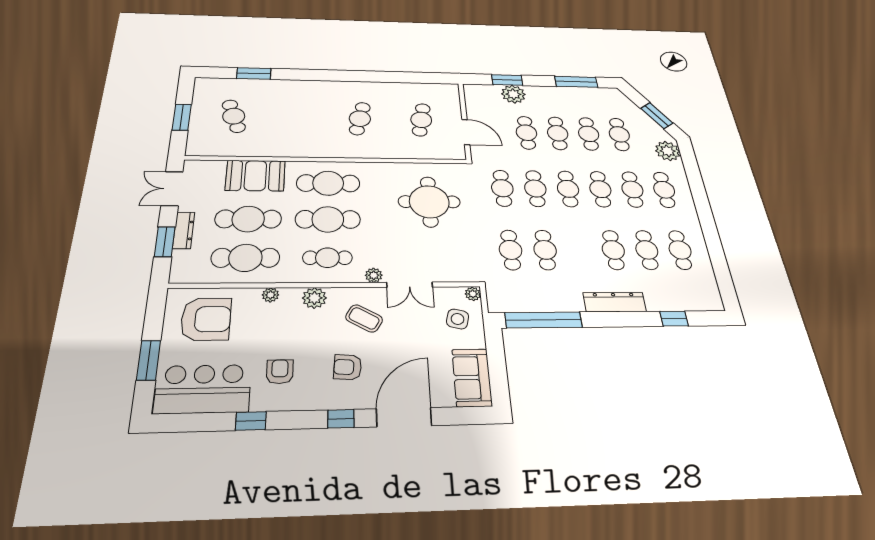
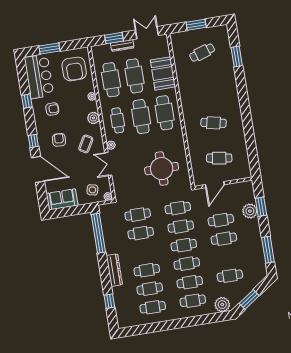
cafe table: (589, 134) -> (227, 257), removed

